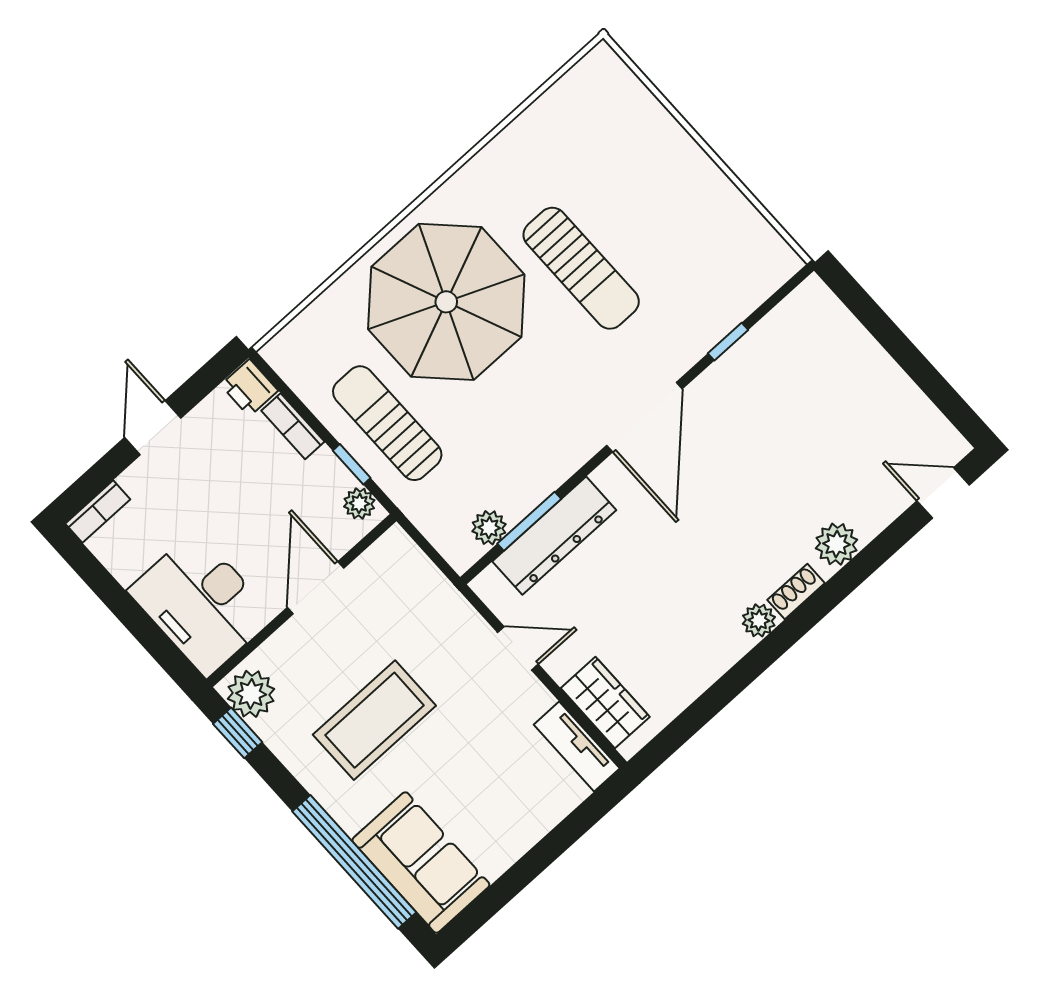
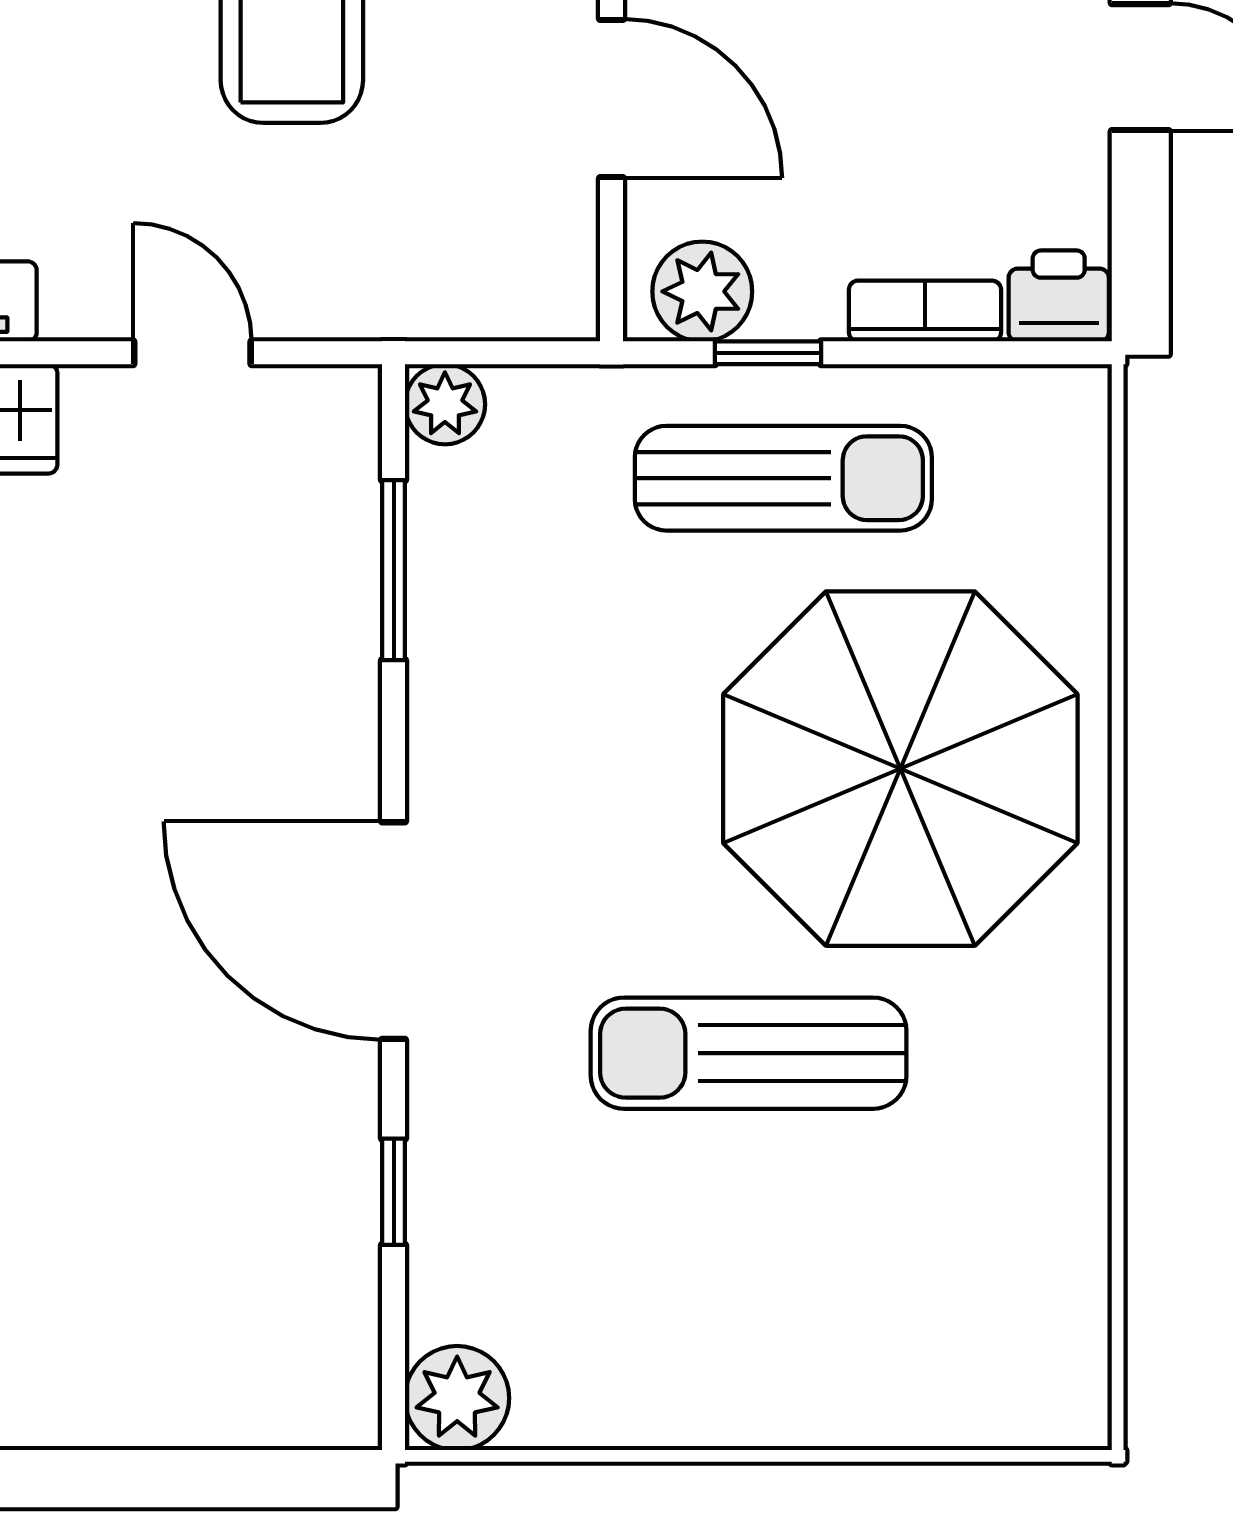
plant: (776, 262) -> (457, 1398), added
plant: (359, 503) -> (702, 291), width x1.38, depth x1.38
plant: (489, 528) -> (445, 404), moved
dresser: (554, 536) -> (330, 591), removed
door: (518, 648) -> (192, 353), swing flipped

